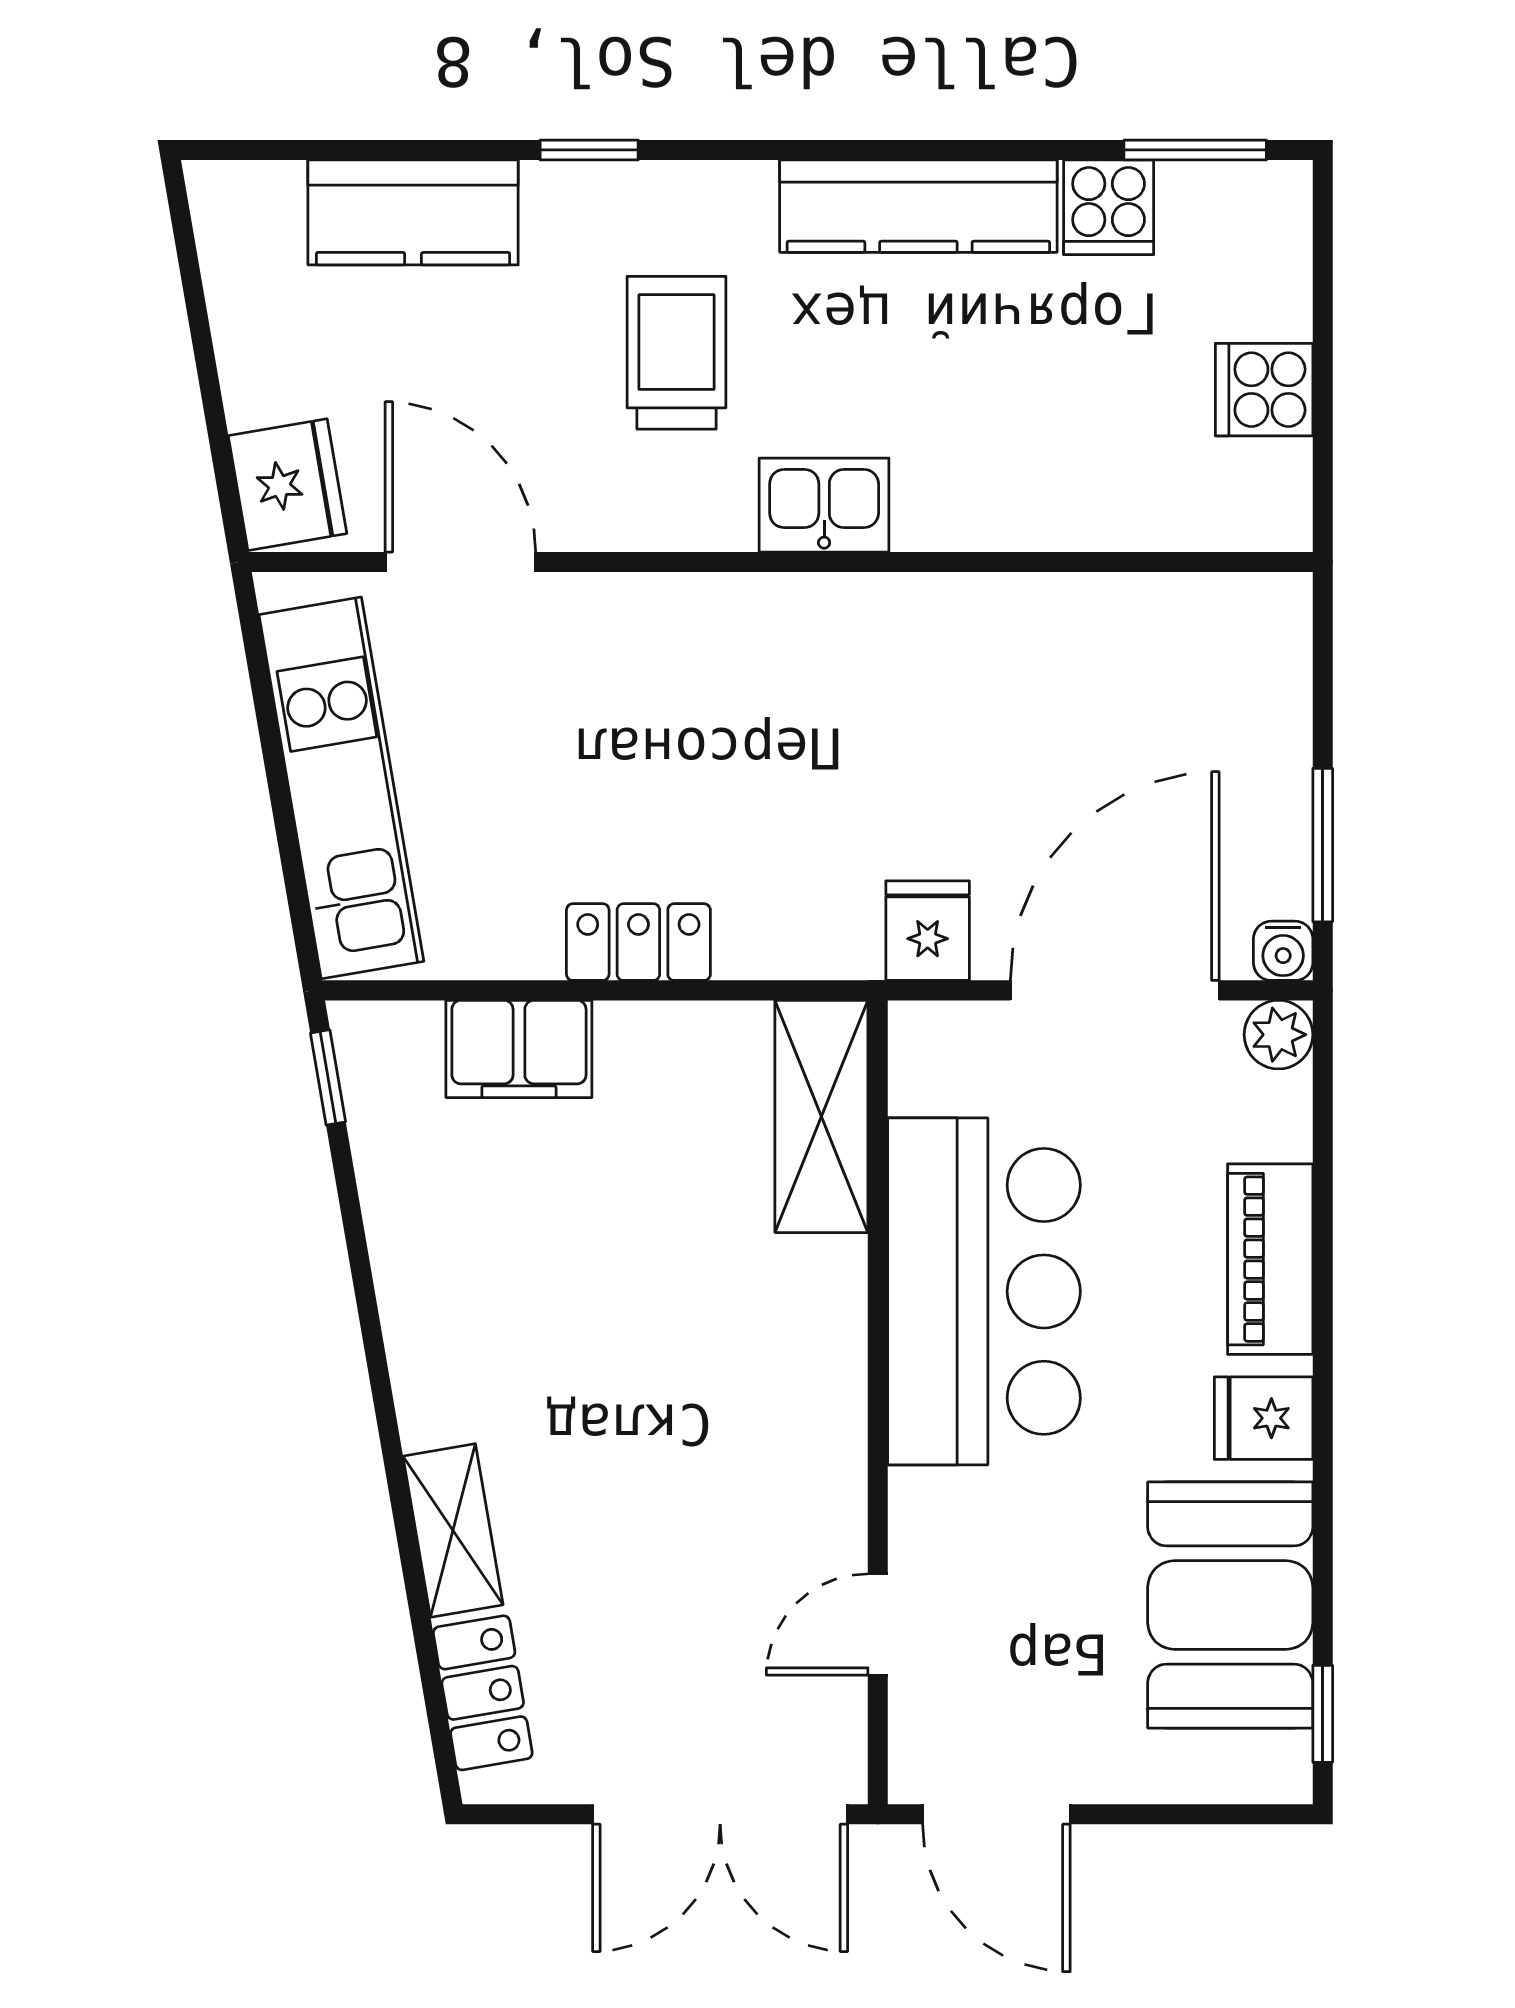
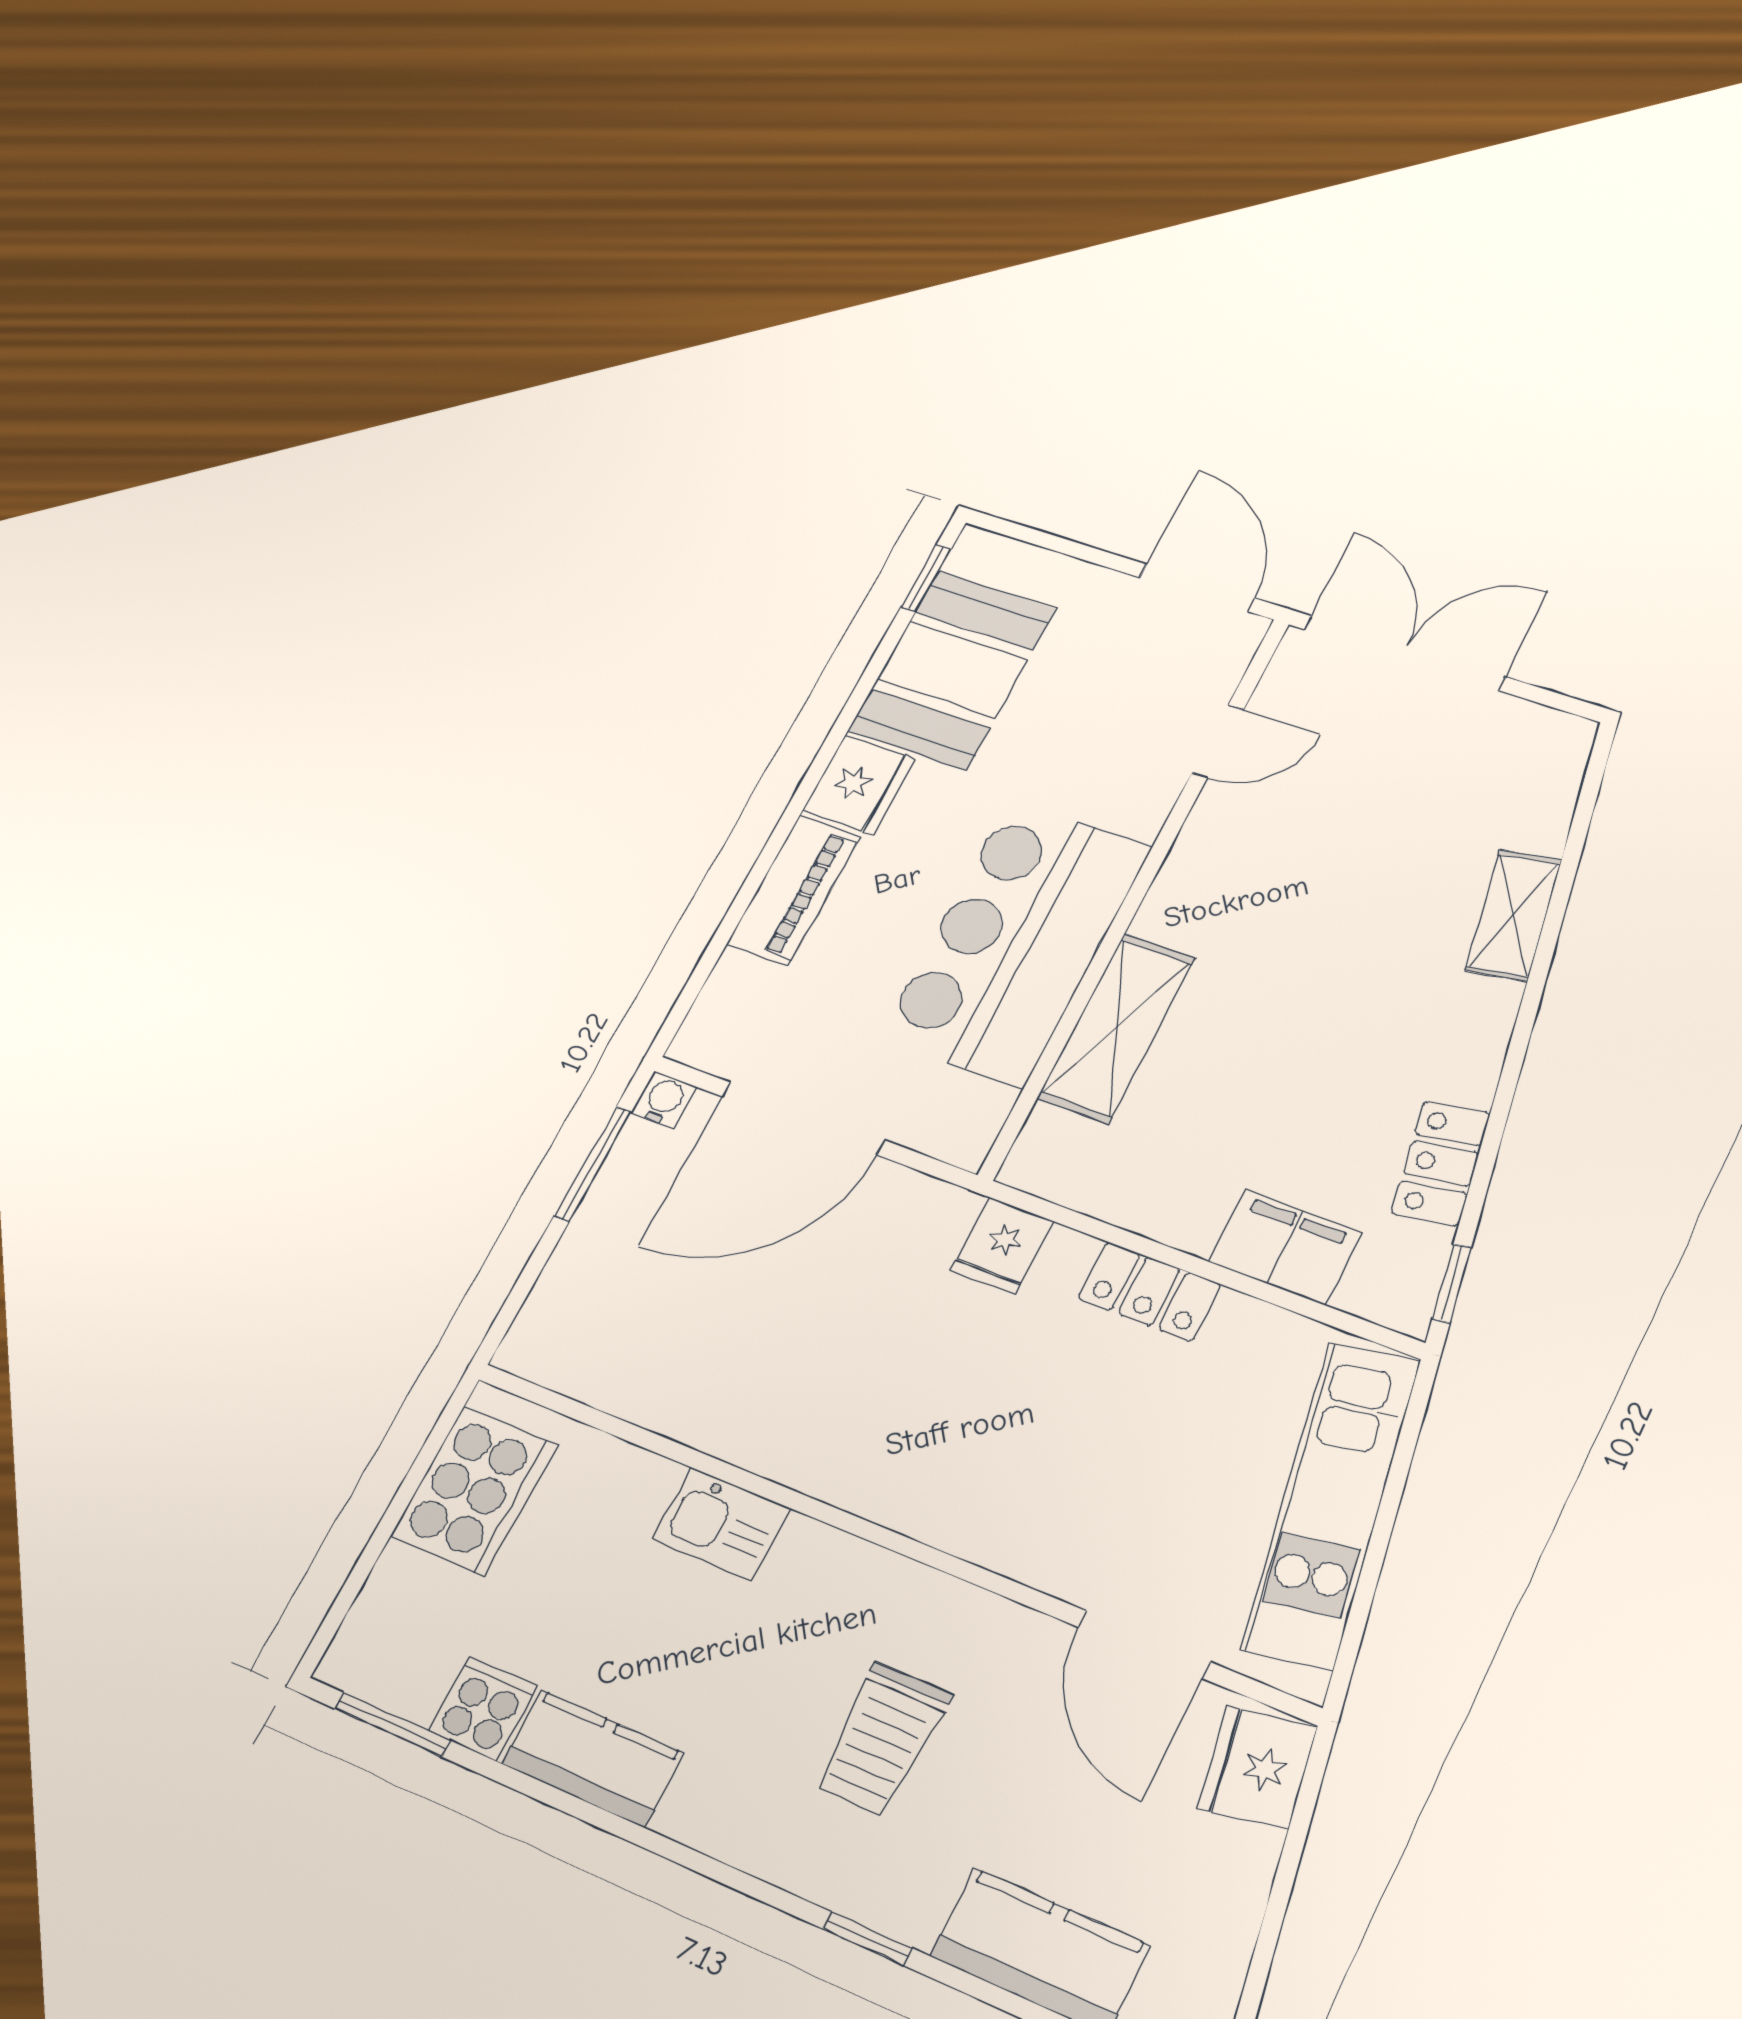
kitchen counter: (918, 206) -> (593, 1758), width x0.67
cooker: (1264, 390) -> (474, 1491), width x1.87, depth x1.31
kitchen sink: (824, 505) -> (721, 1524), moved
fridge: (928, 931) -> (1002, 1246), moved
plant: (1278, 1035) -> (701, 1042), removed
shelving: (821, 1116) -> (1116, 1028), moved
fridge: (1264, 1418) -> (859, 785), width x1.38
locker: (483, 1693) -> (1441, 1163), moved

